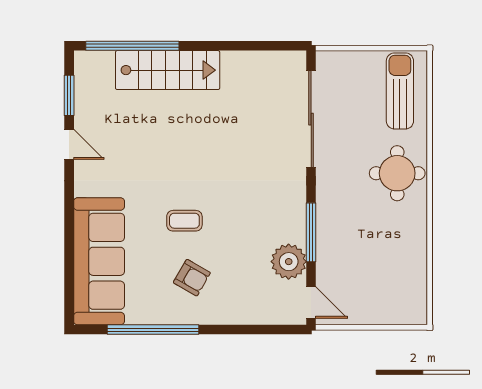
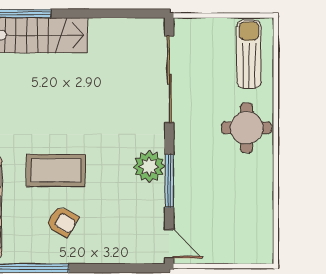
coffee table: (184, 221) -> (56, 170), width x1.86, depth x1.72
plant: (289, 262) -> (149, 167), moved

